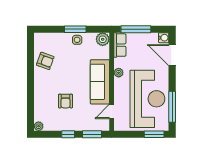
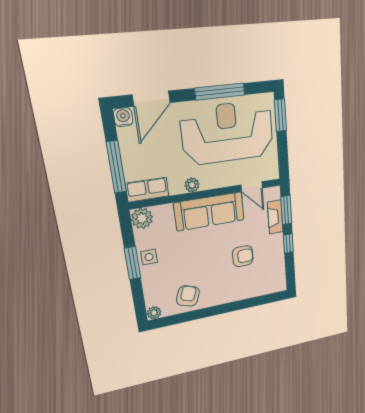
window: (172, 107) -> (220, 92), moved
plant: (39, 126) -> (154, 313), moved
fireplace: (89, 126) -> (275, 217), added

